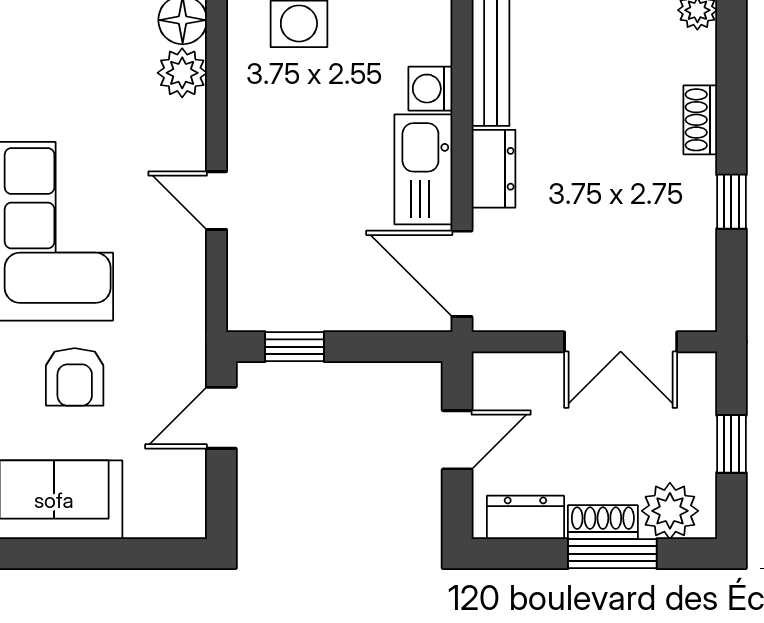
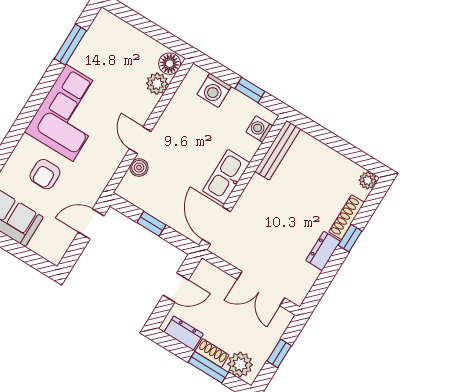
washing machine: (430, 89) -> (259, 129), moved
shoe rack: (700, 120) -> (347, 217), width x1.43
dresser: (493, 169) -> (323, 251), moved, turned 180
window: (731, 202) -> (350, 238), moved
boiler: (246, 254) -> (139, 168), added
window: (295, 347) -> (151, 224), moved

